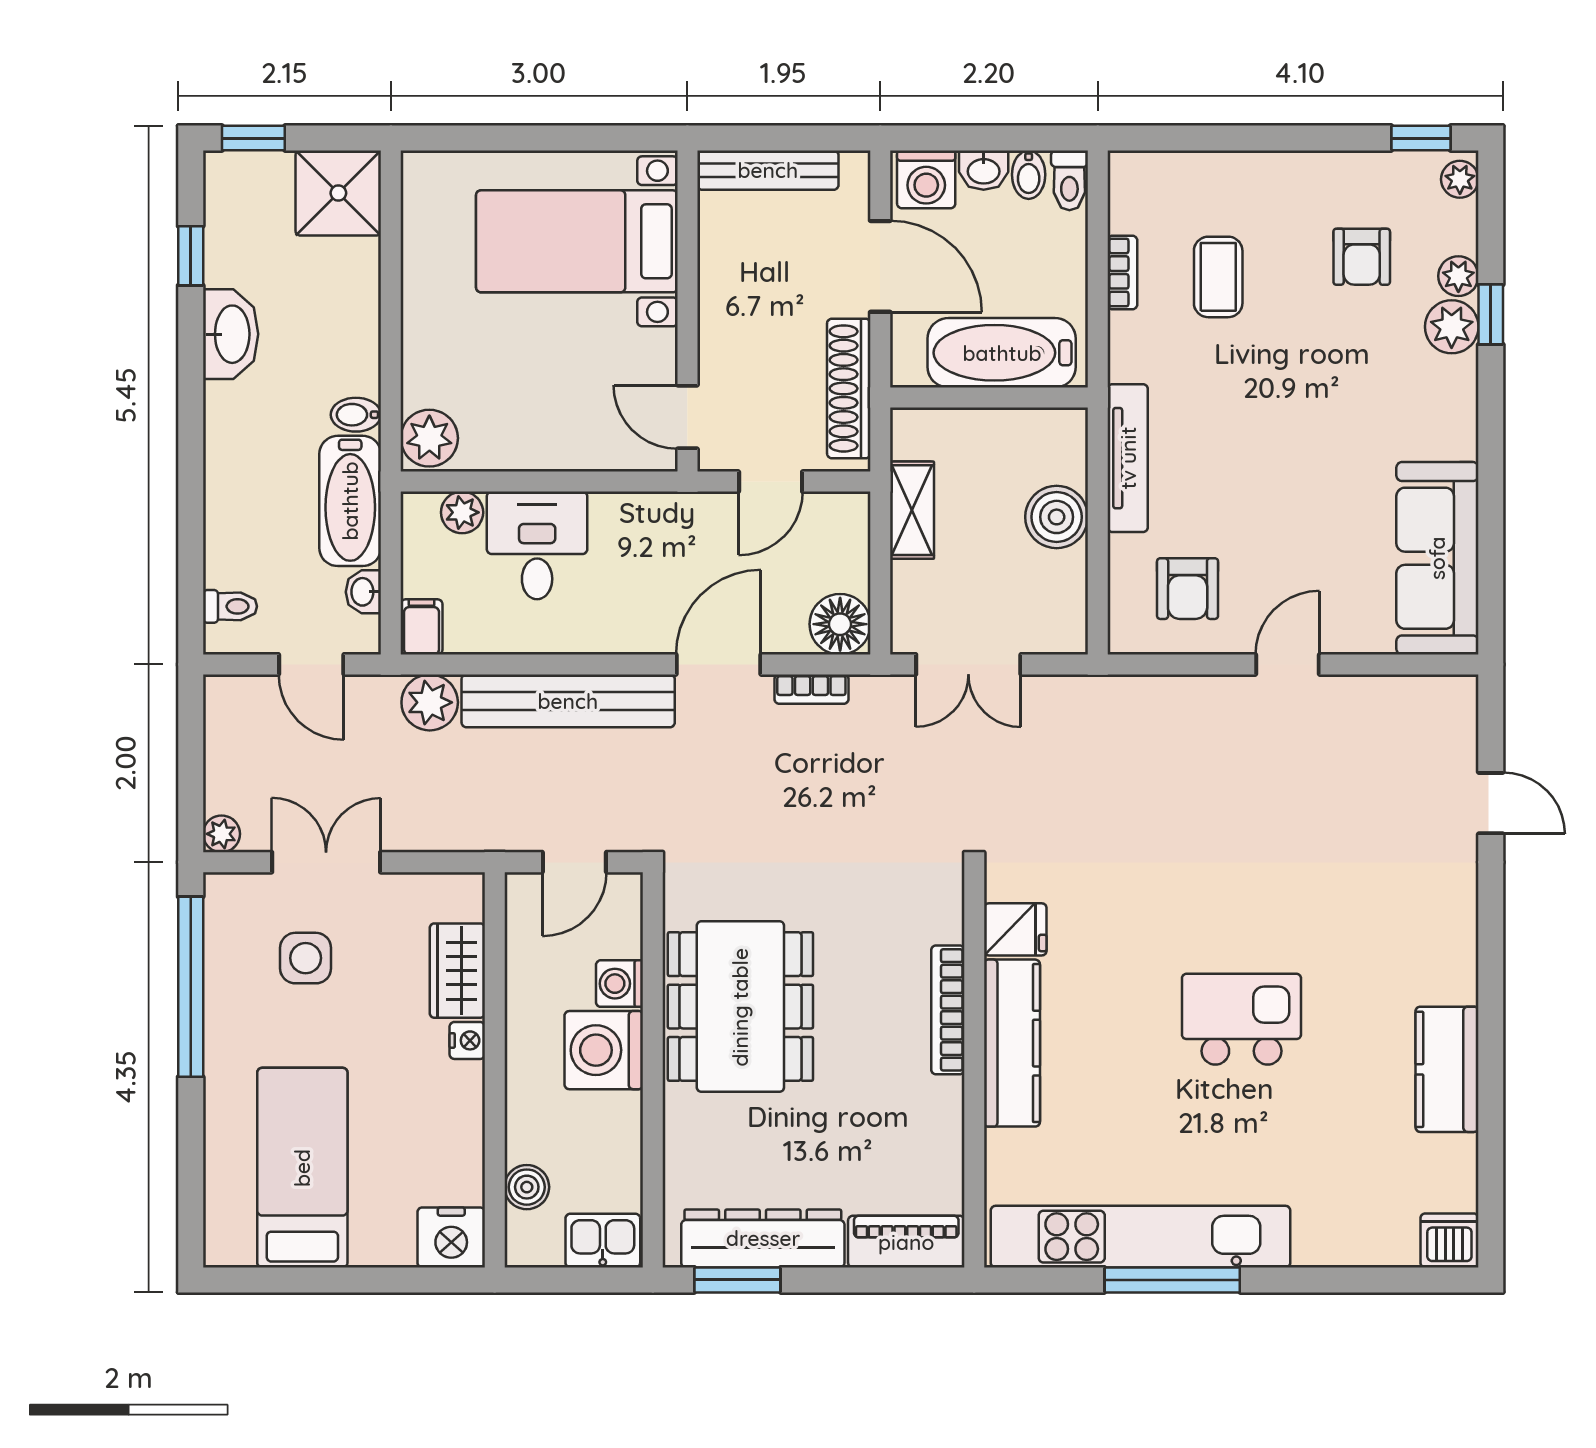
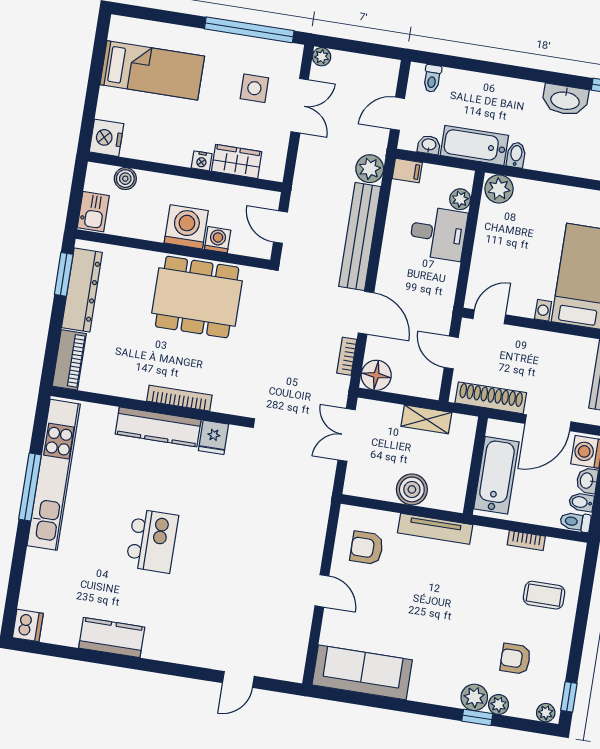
coffee table: (1218, 277) -> (544, 595), moved

